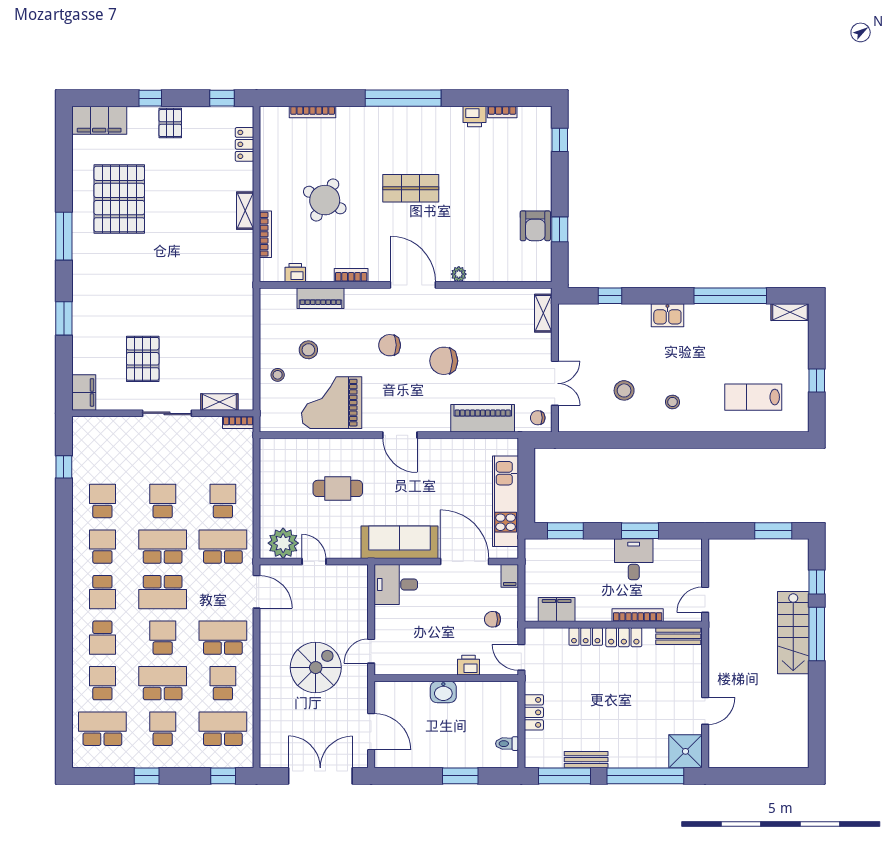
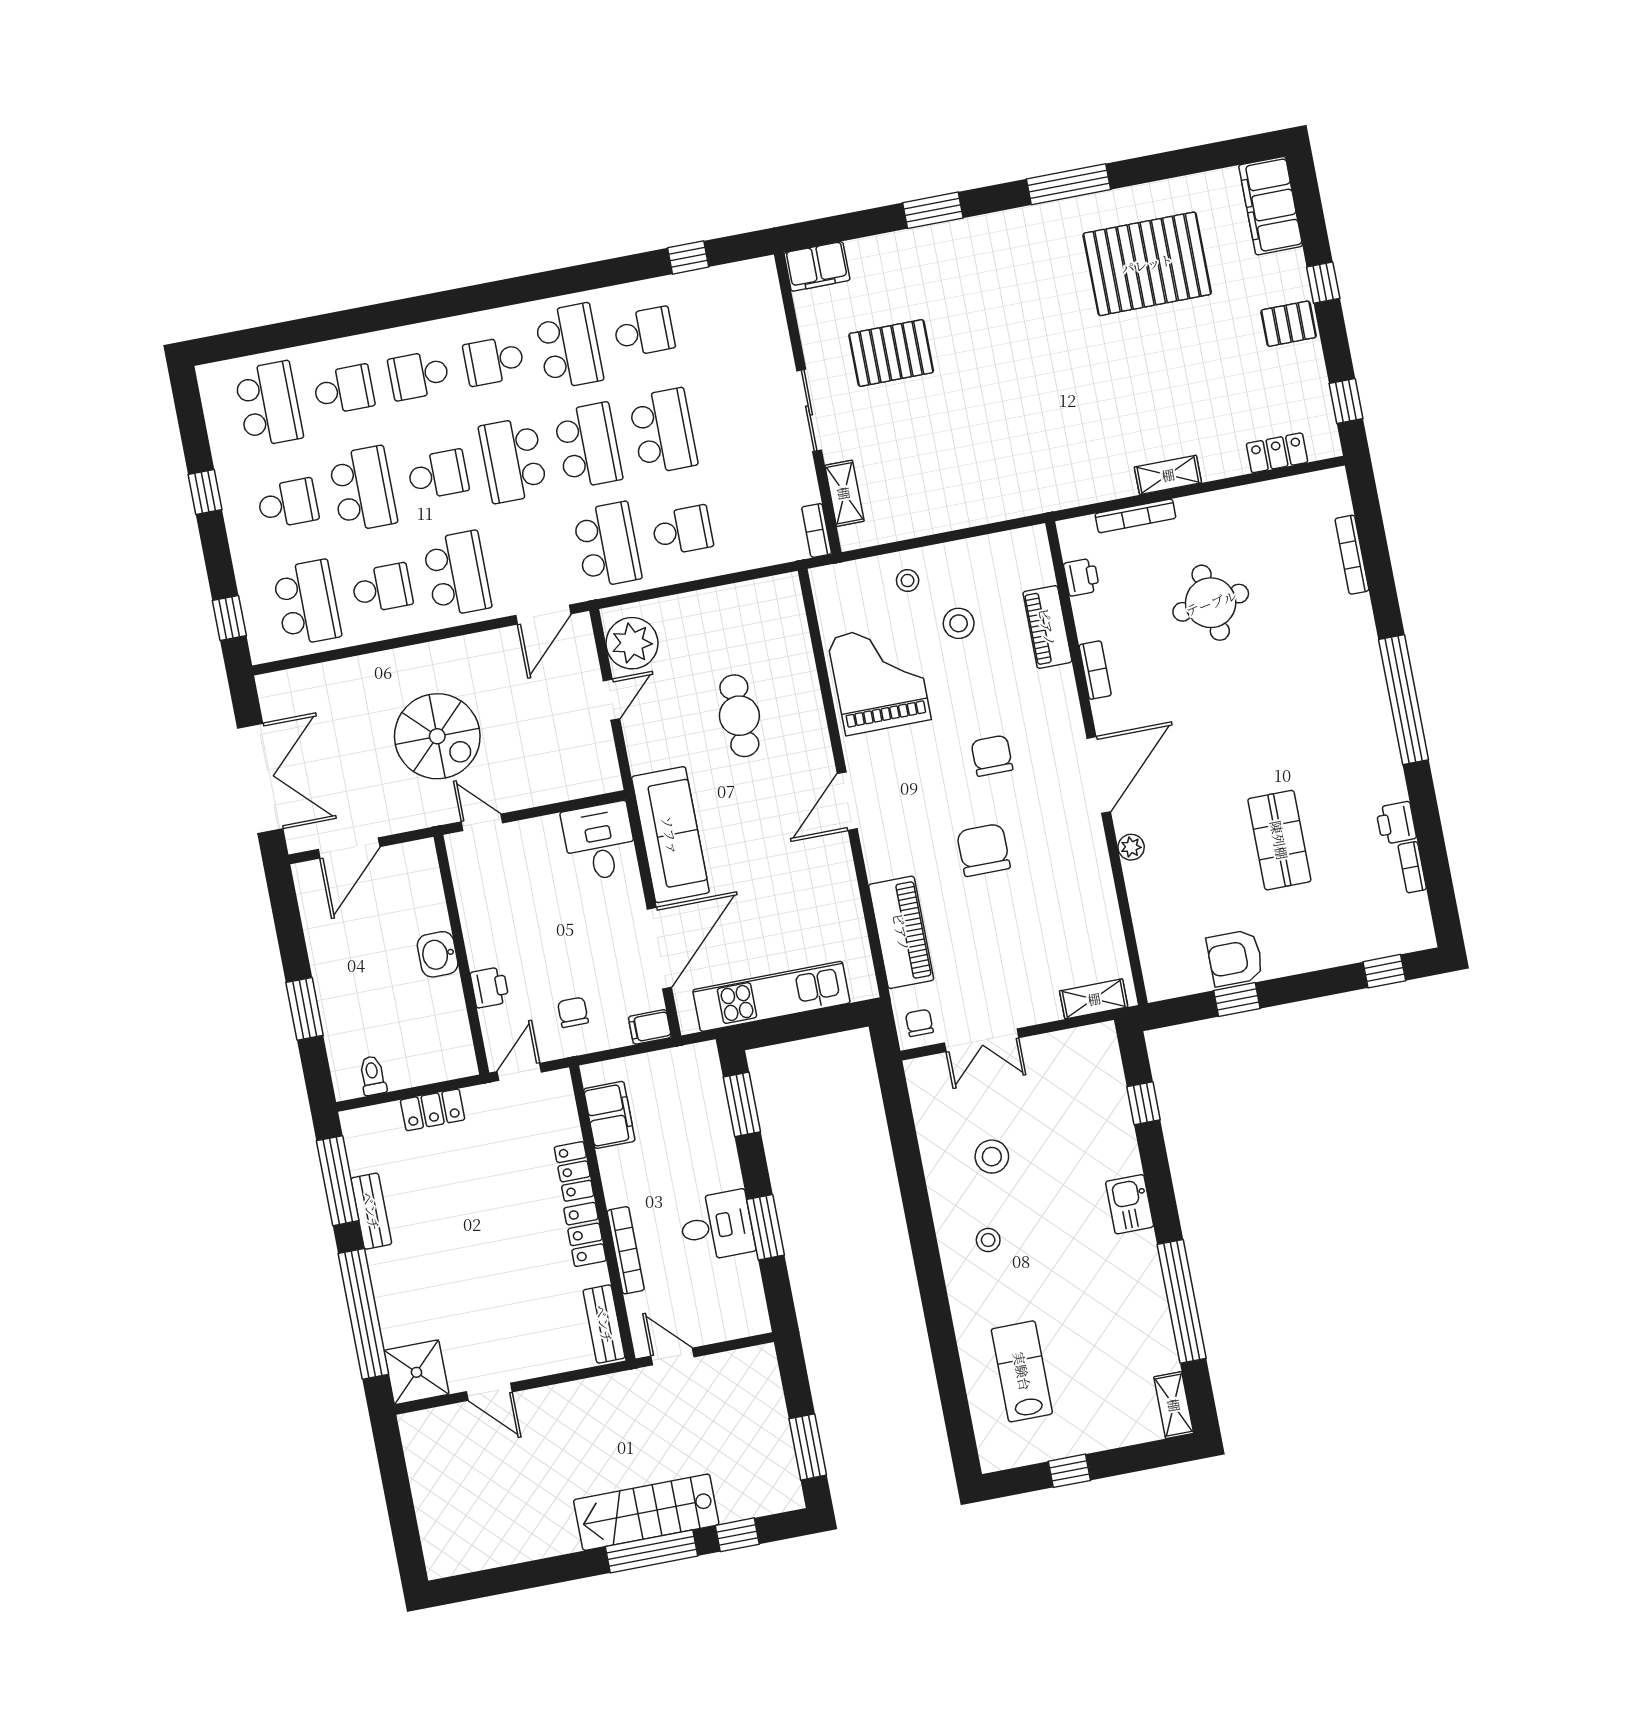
shop shelf: (411, 188) -> (1279, 840), moved
round table: (325, 200) -> (1211, 603), turned -35
school desk: (163, 501) -> (663, 431), width x1.85
school desk: (102, 547) -> (569, 346), width x1.85

